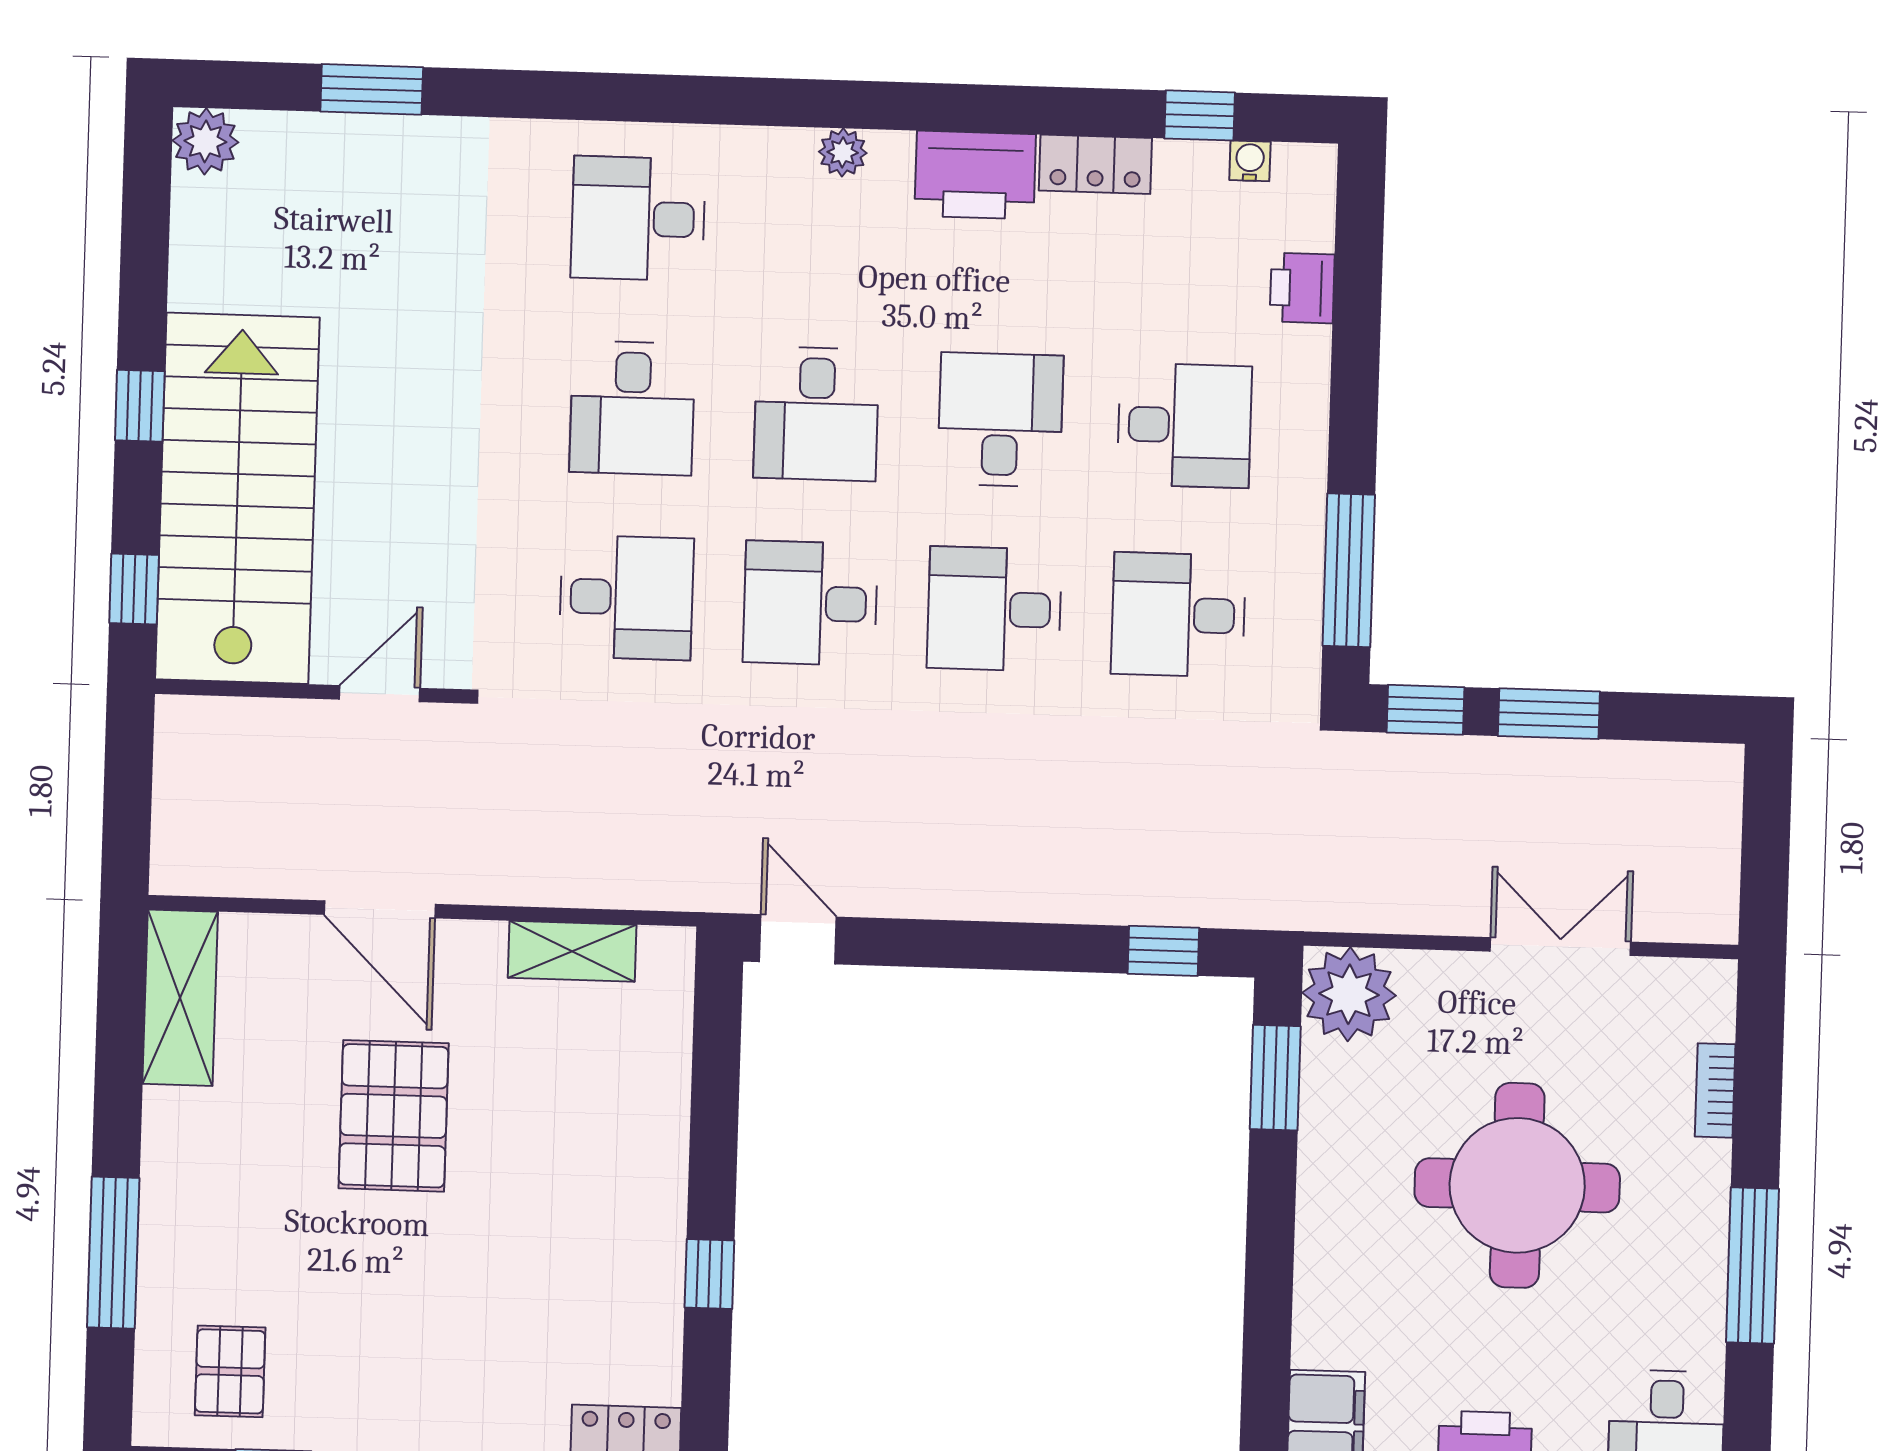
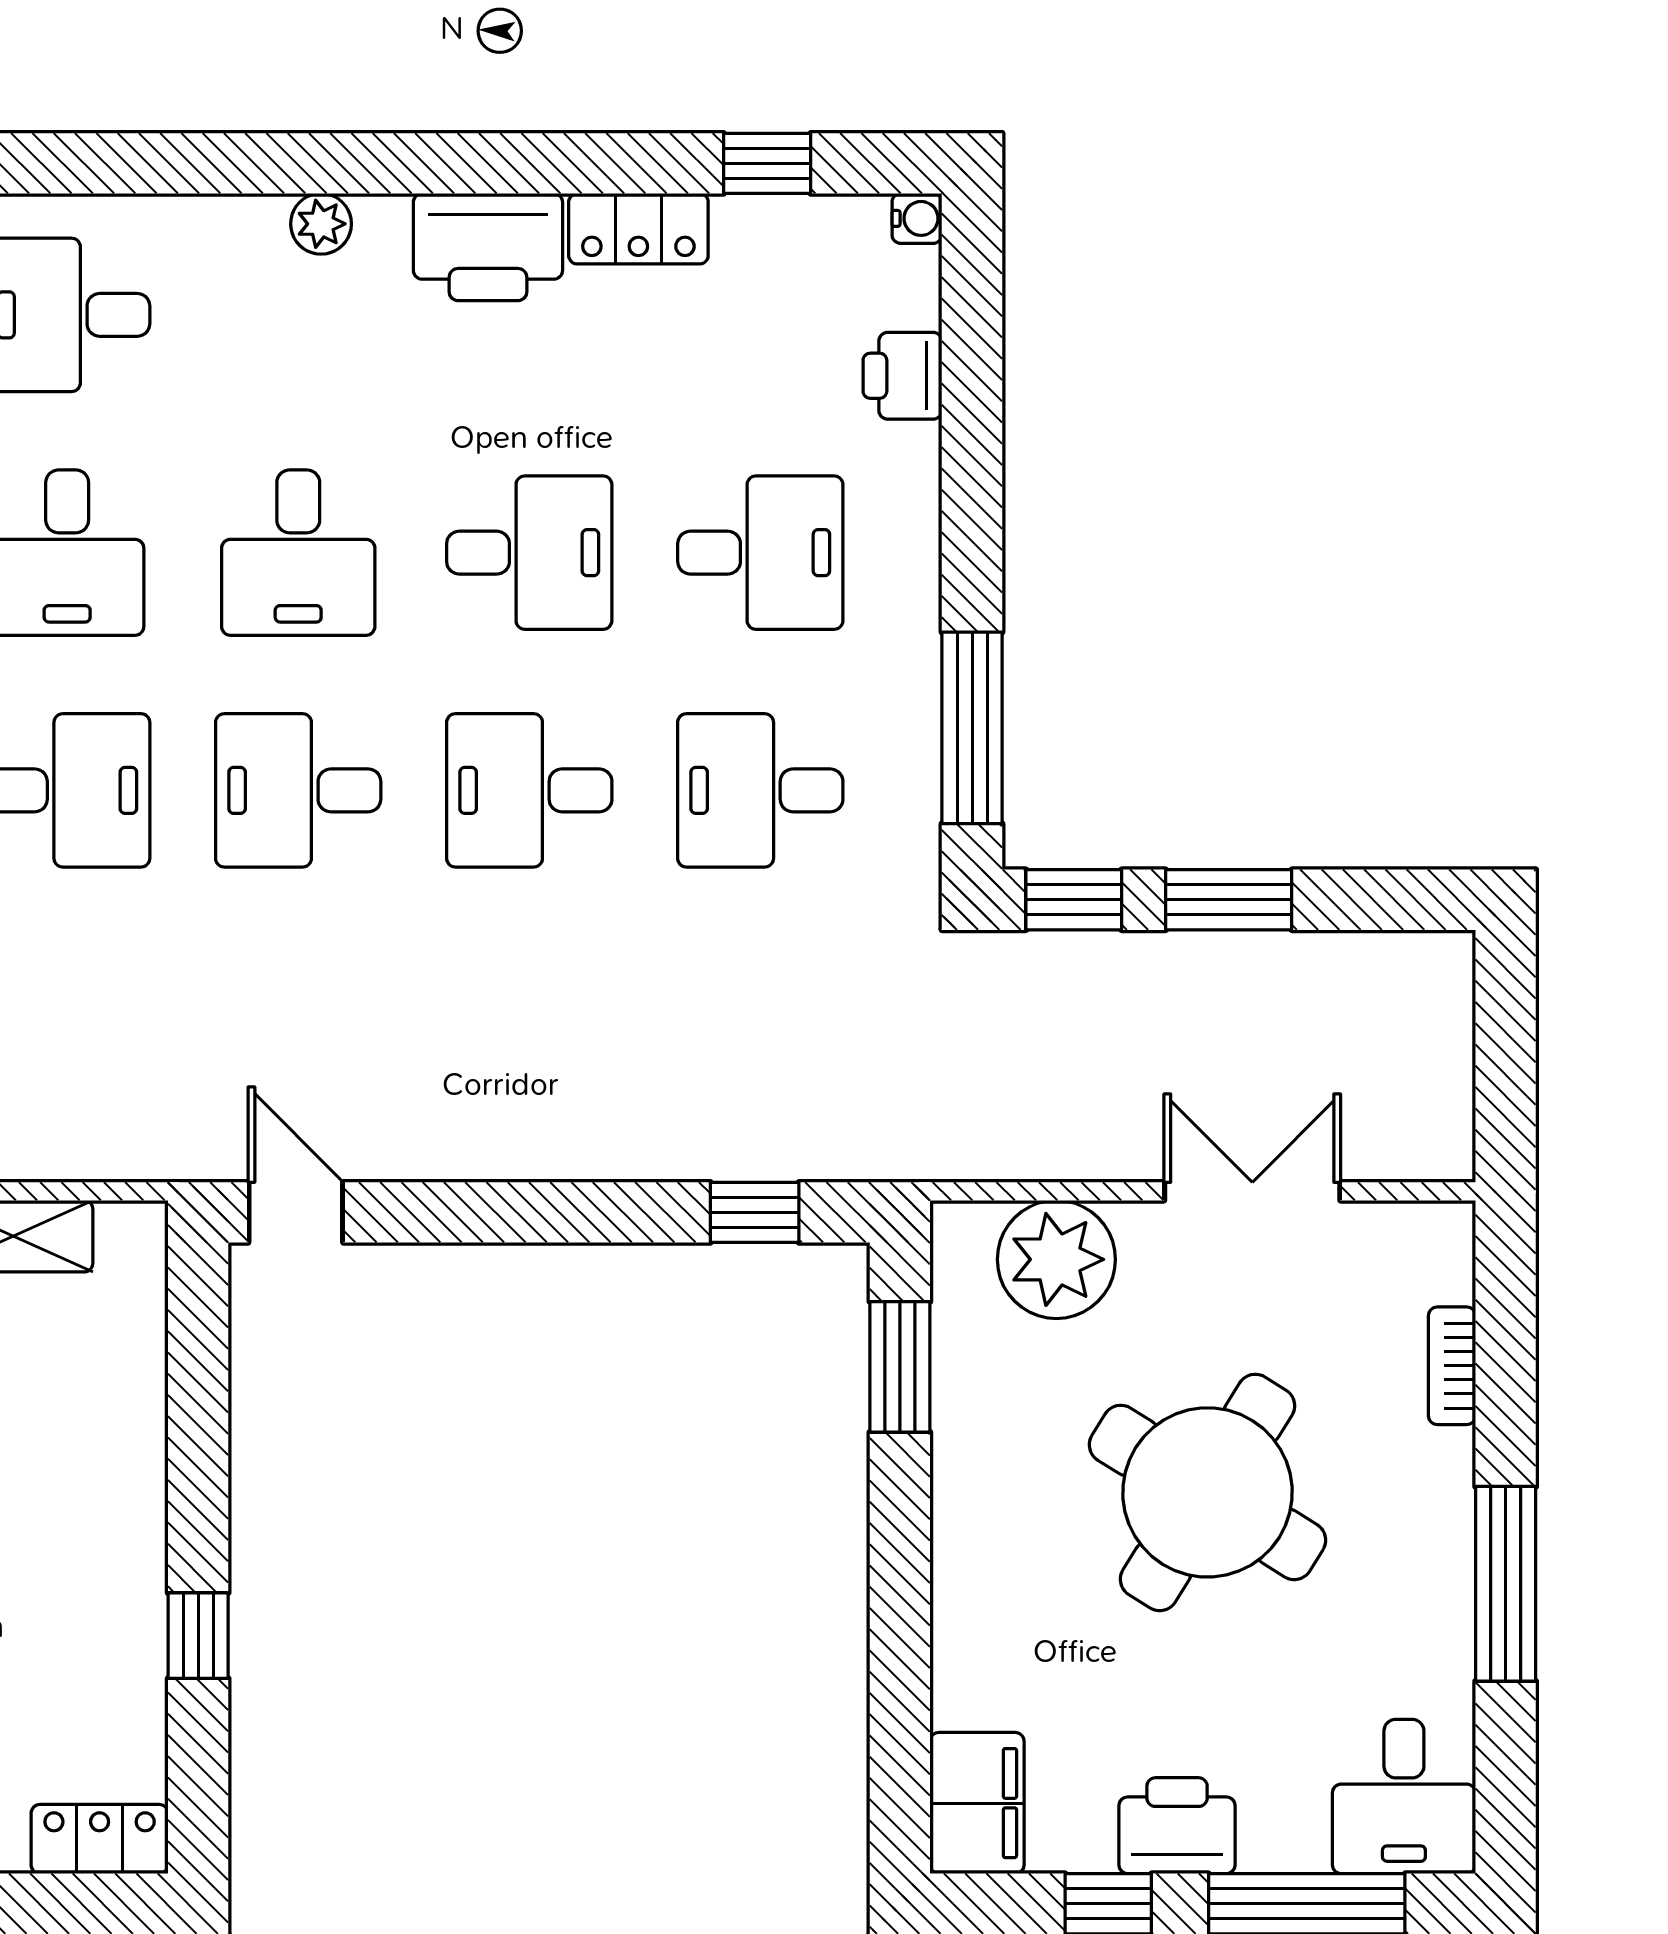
water cooler: (1250, 161) -> (917, 218), moved, turned 90
desk: (1000, 420) -> (529, 553), turned 90
plant: (1349, 994) -> (1056, 1259), moved
round table: (1517, 1185) -> (1207, 1492), turned 32

